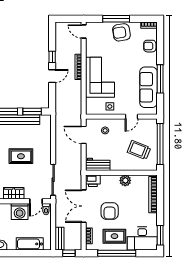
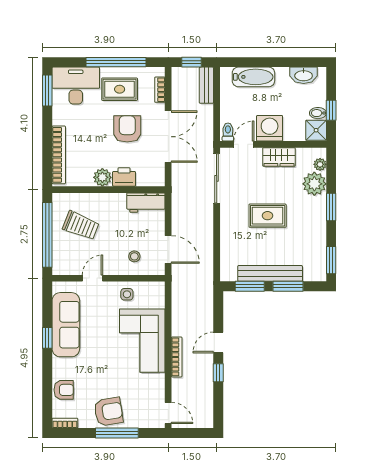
window: (160, 79) -> (47, 338), width x0.46
printer: (93, 181) -> (124, 177), moved

